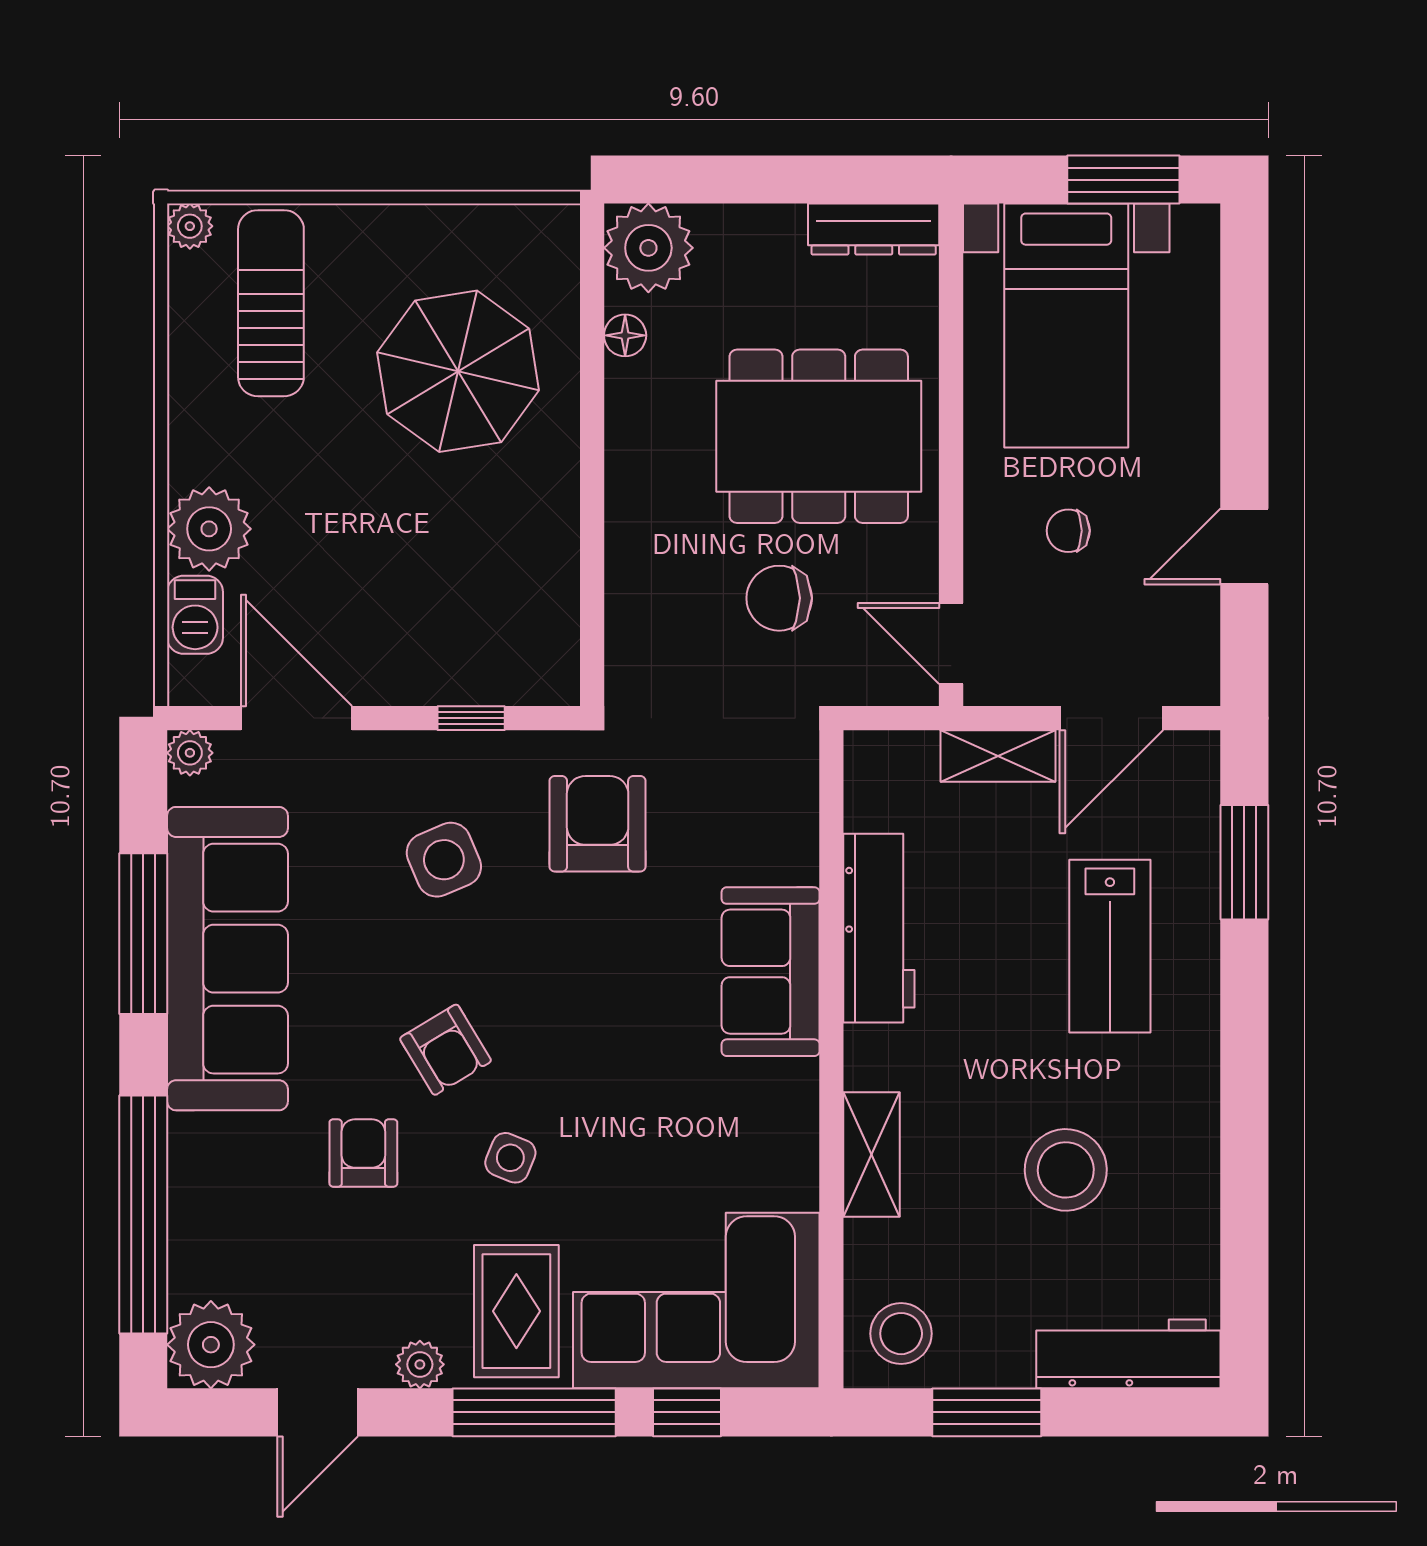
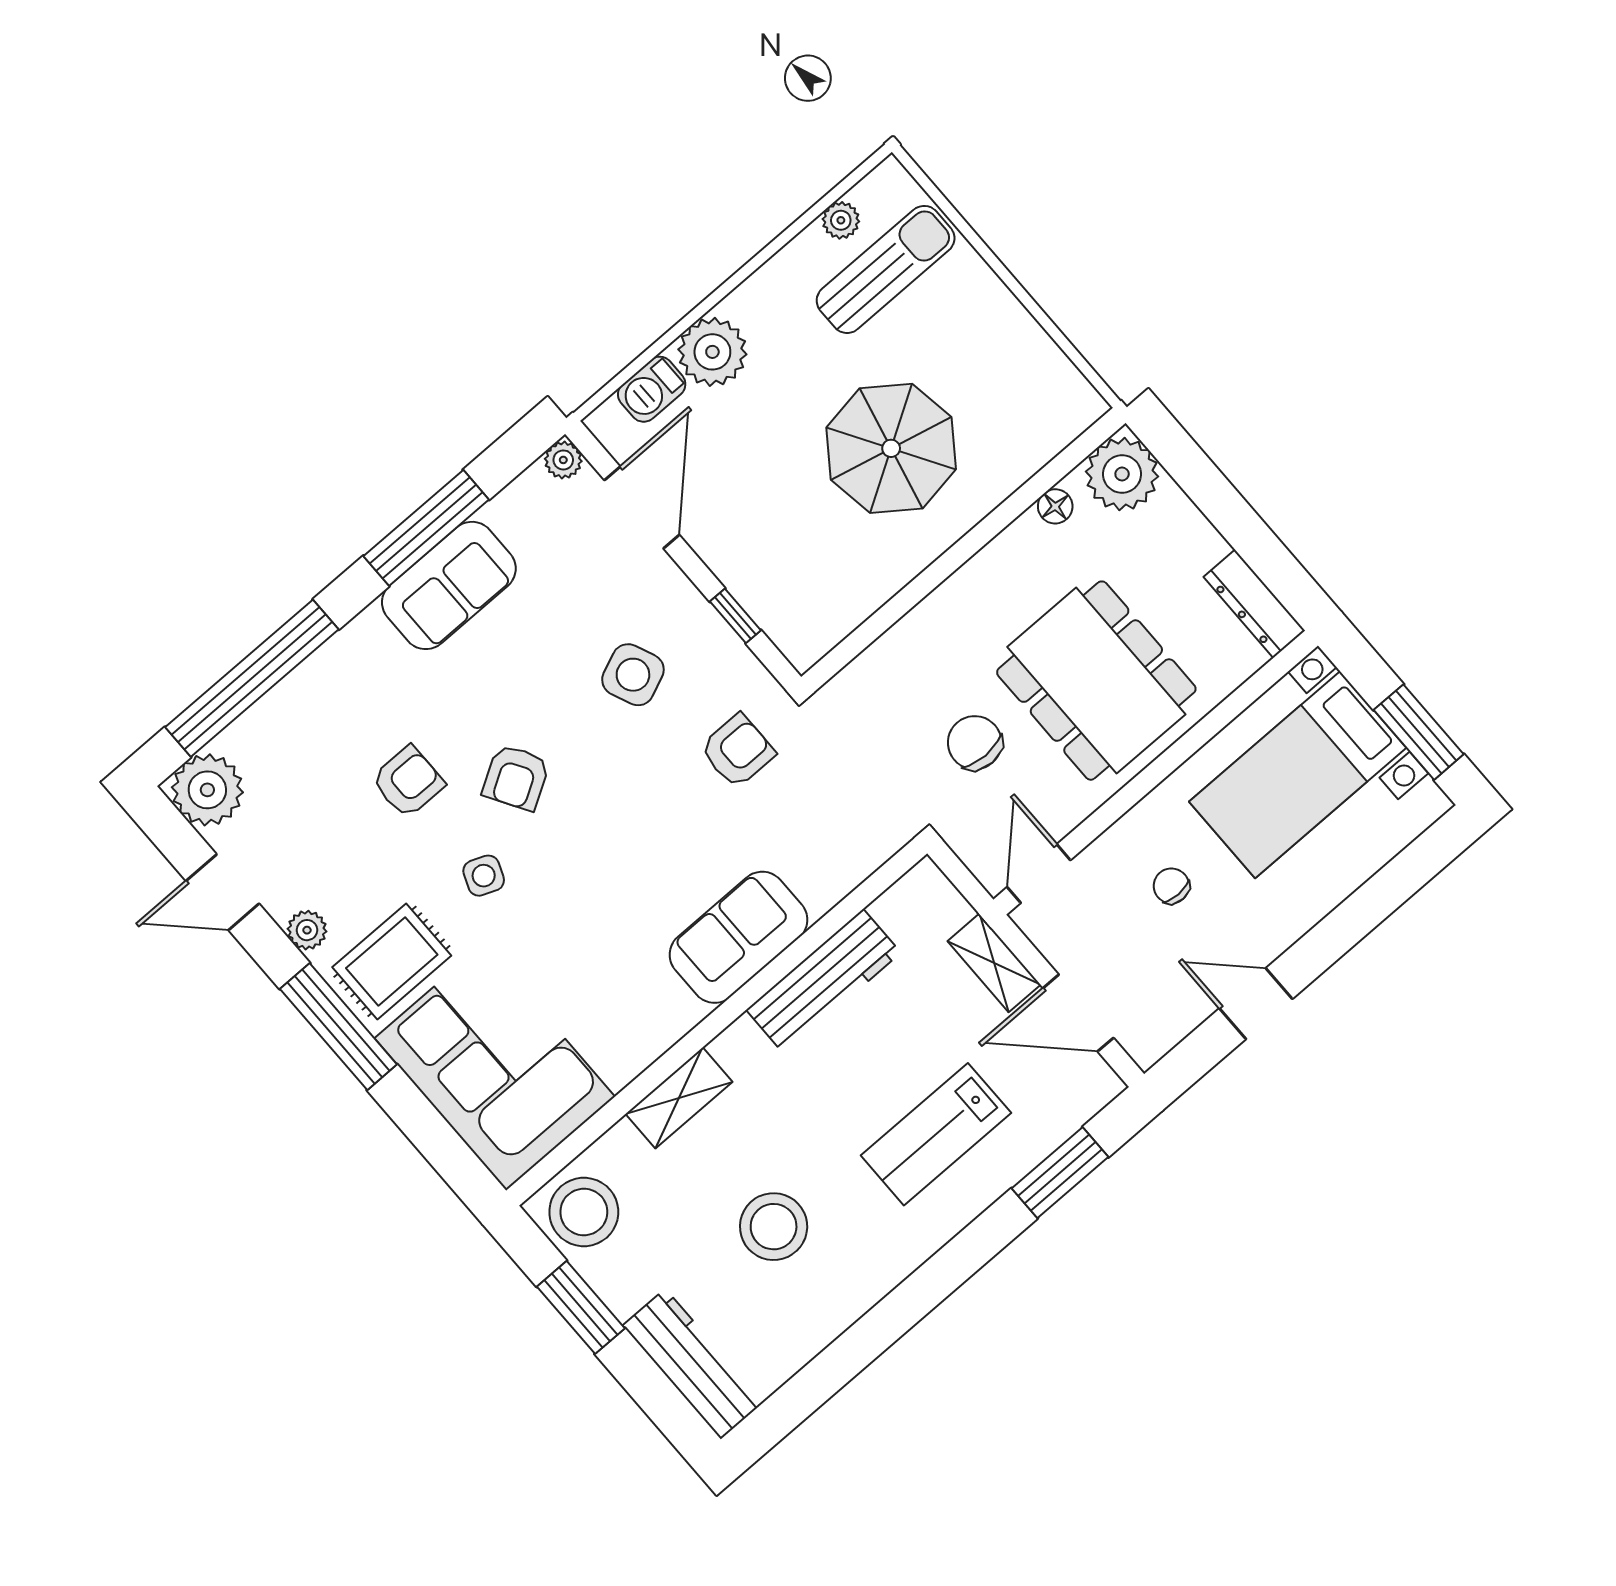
plant: (190, 226) -> (841, 220), moved
parasol: (458, 371) -> (891, 448), moved
armchair: (598, 824) -> (738, 751), width x0.72, depth x0.72
sofa: (227, 959) -> (449, 585), width x0.54, depth x0.79
stool: (901, 1334) -> (584, 1212), width x1.38, depth x1.38
window: (687, 1412) -> (420, 1121), removed

